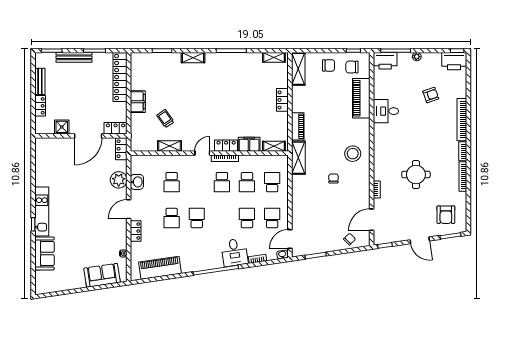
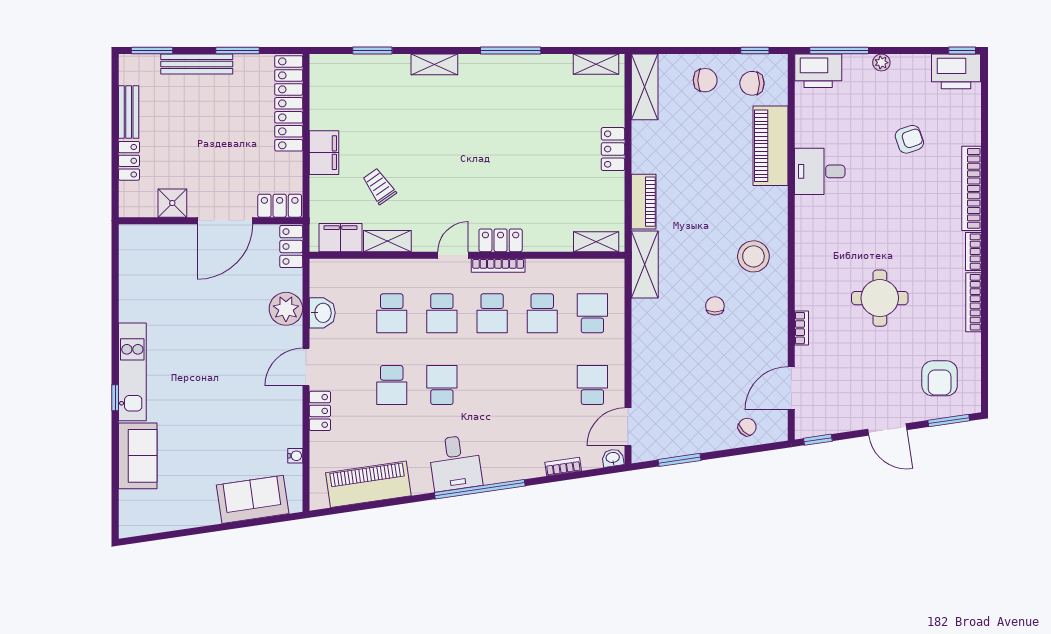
filing cabinet: (249, 144) -> (341, 238), moved
school desk: (247, 218) -> (442, 313), moved, turned 180
desk: (234, 252) -> (455, 463), moved

